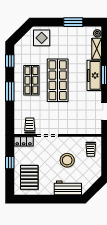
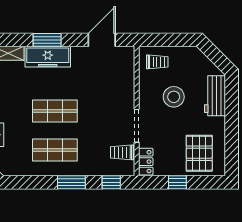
window: (10, 61) -> (111, 182), moved
shop shelf: (58, 80) -> (55, 111), width x0.70, depth x0.74
pallet: (29, 177) -> (199, 153), turned 90

